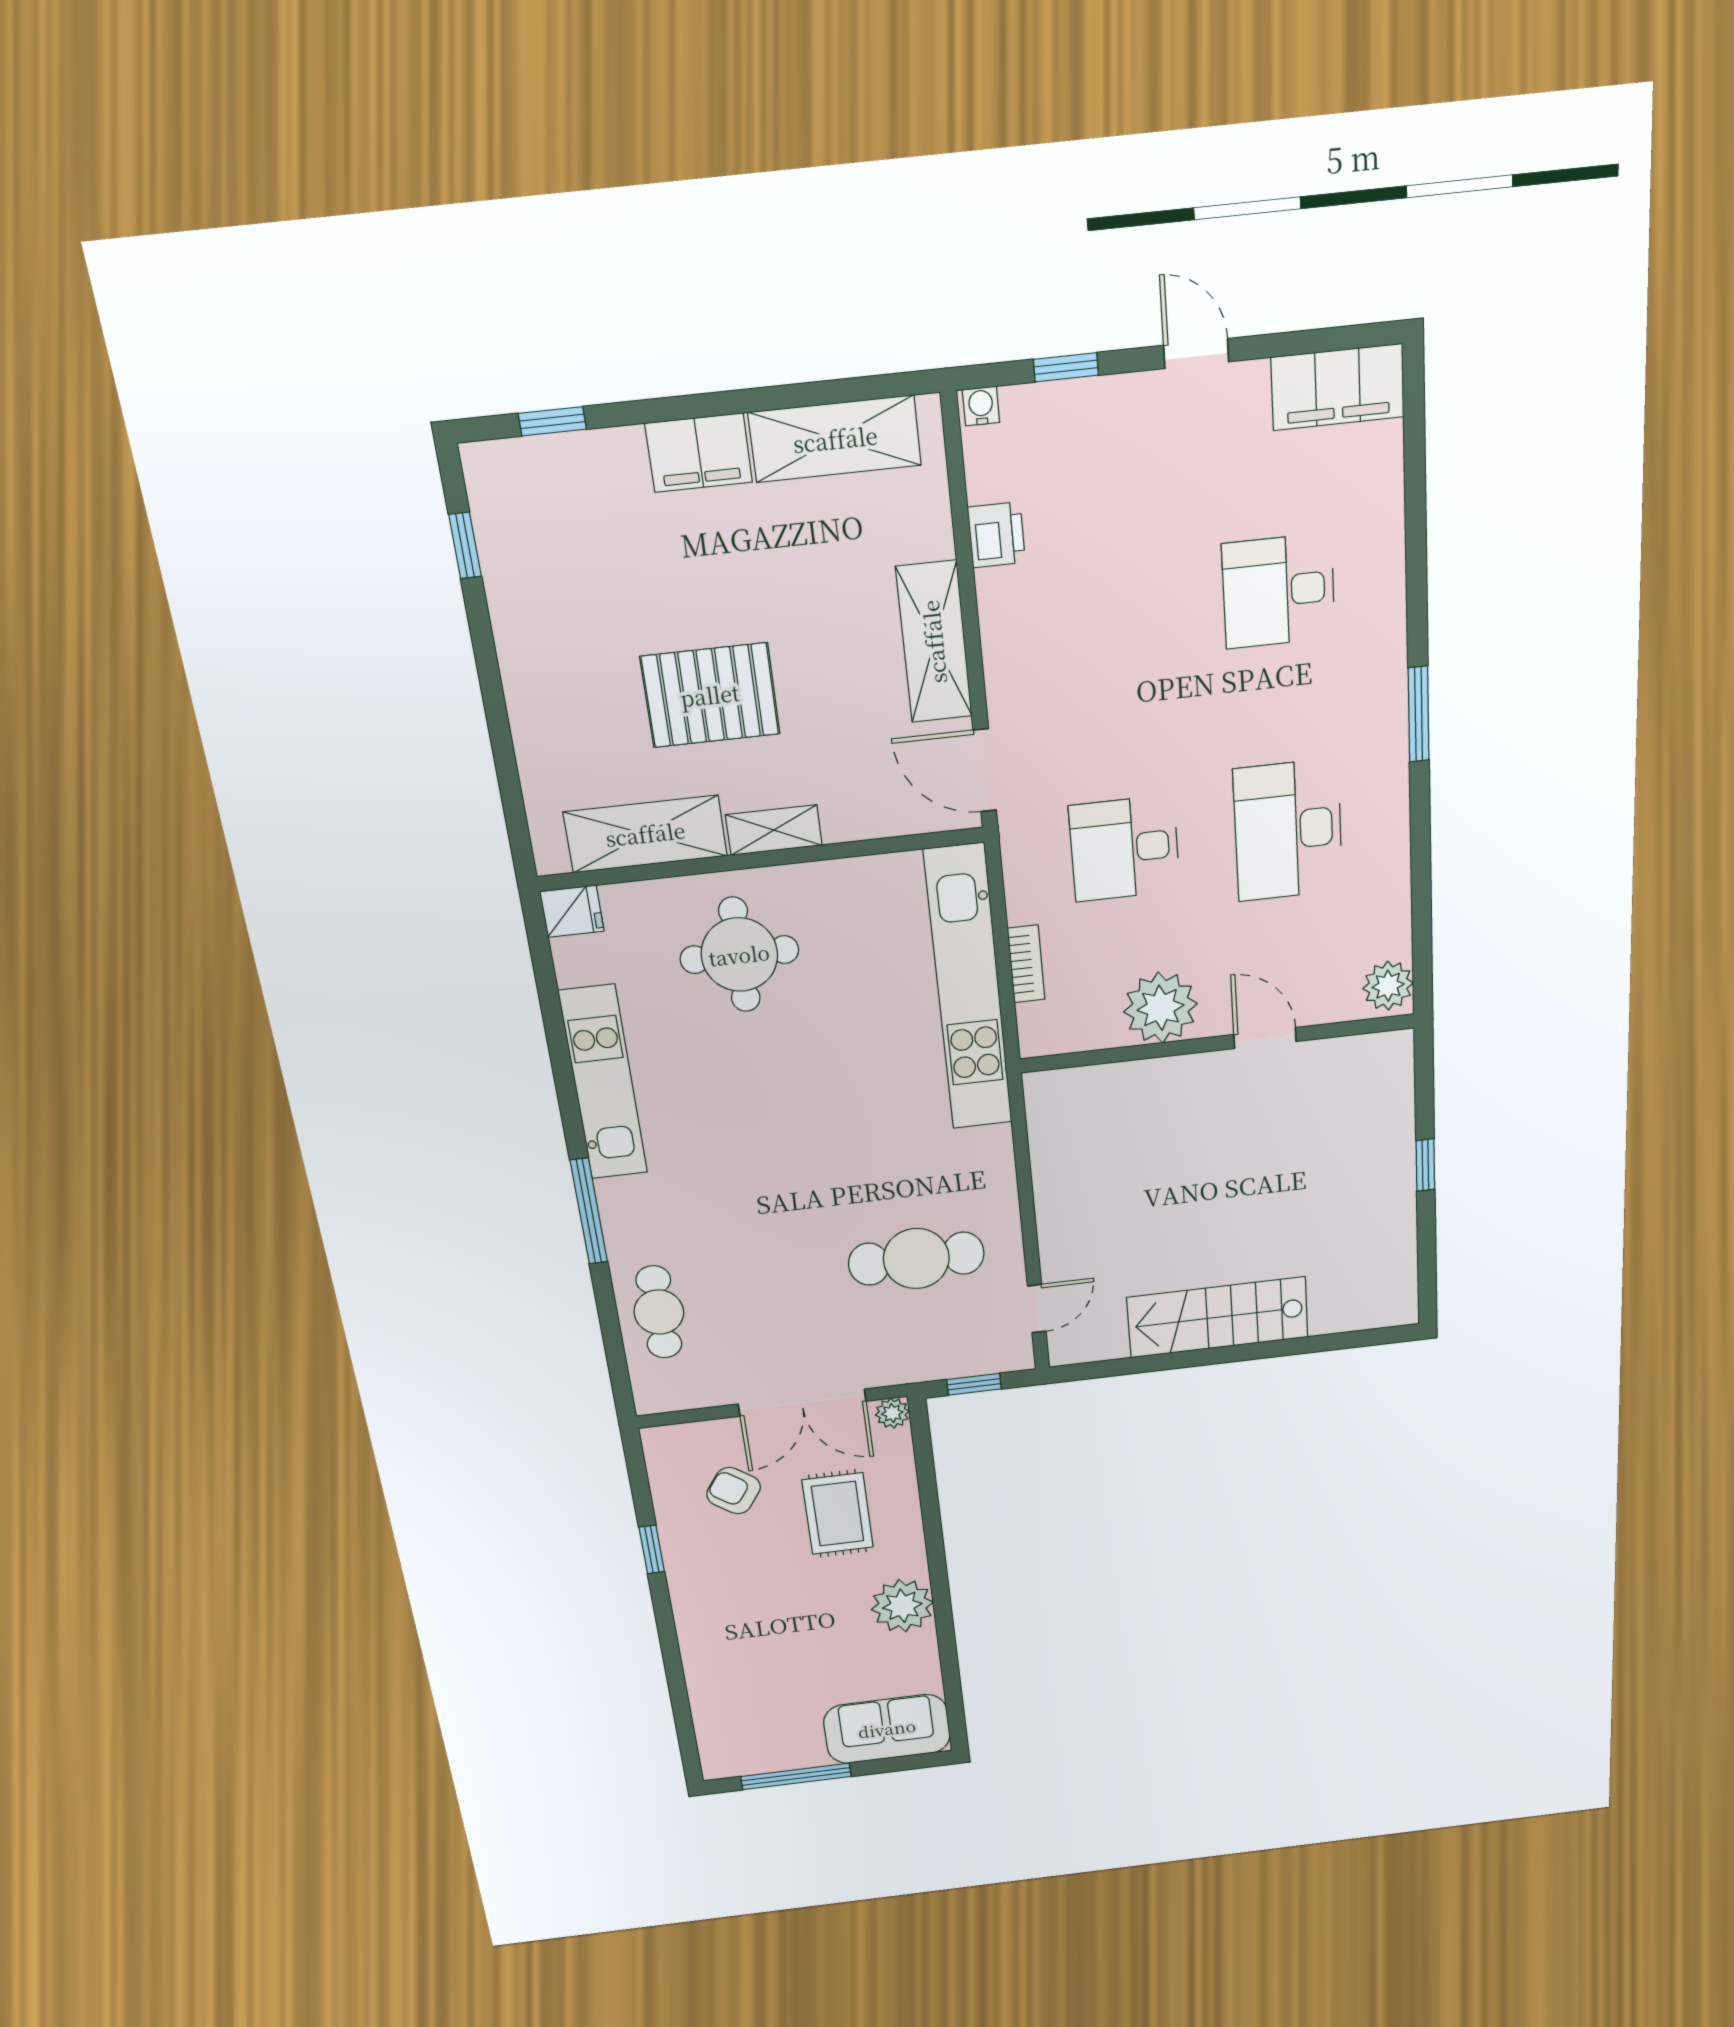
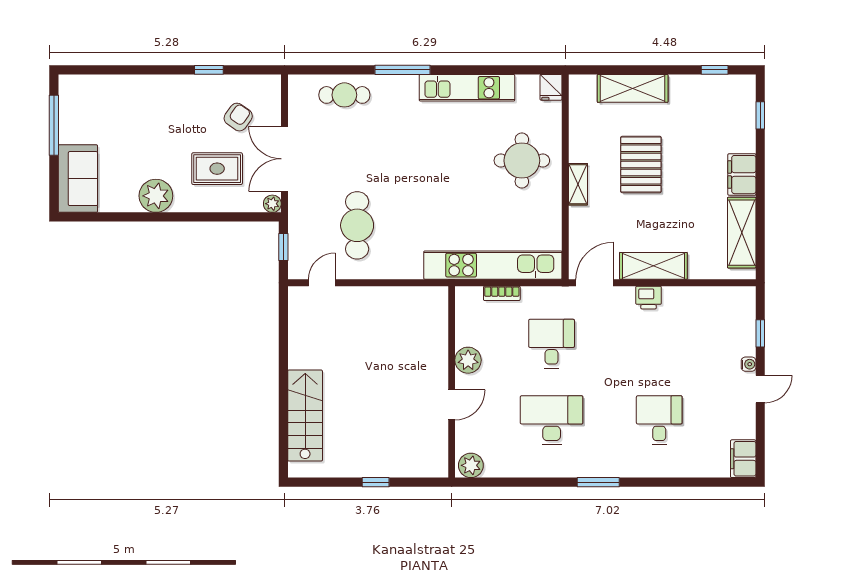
filing cabinet: (1338, 387) -> (743, 459), width x0.67, depth x0.86
water cooler: (981, 406) -> (749, 364), moved
printer: (996, 535) -> (649, 298), moved
shelving: (645, 834) -> (633, 88), moved, turned 90
plant: (1161, 1008) -> (468, 360), width x0.73, depth x0.73
door: (1037, 1309) -> (322, 283), swing flipped
stairs: (1218, 1317) -> (305, 416), moved

